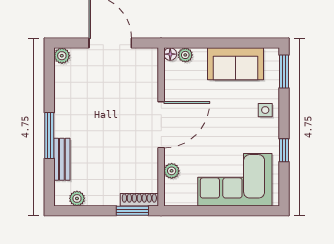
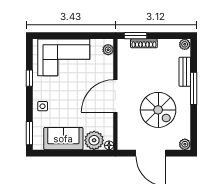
plant: (185, 55) -> (94, 140), width x1.88, depth x1.88
spiral stairs: (100, 105) -> (158, 110), added
plant: (172, 171) -> (108, 50), moved
plant: (77, 198) -> (185, 44), moved
shoe rack: (139, 200) -> (144, 43), moved

